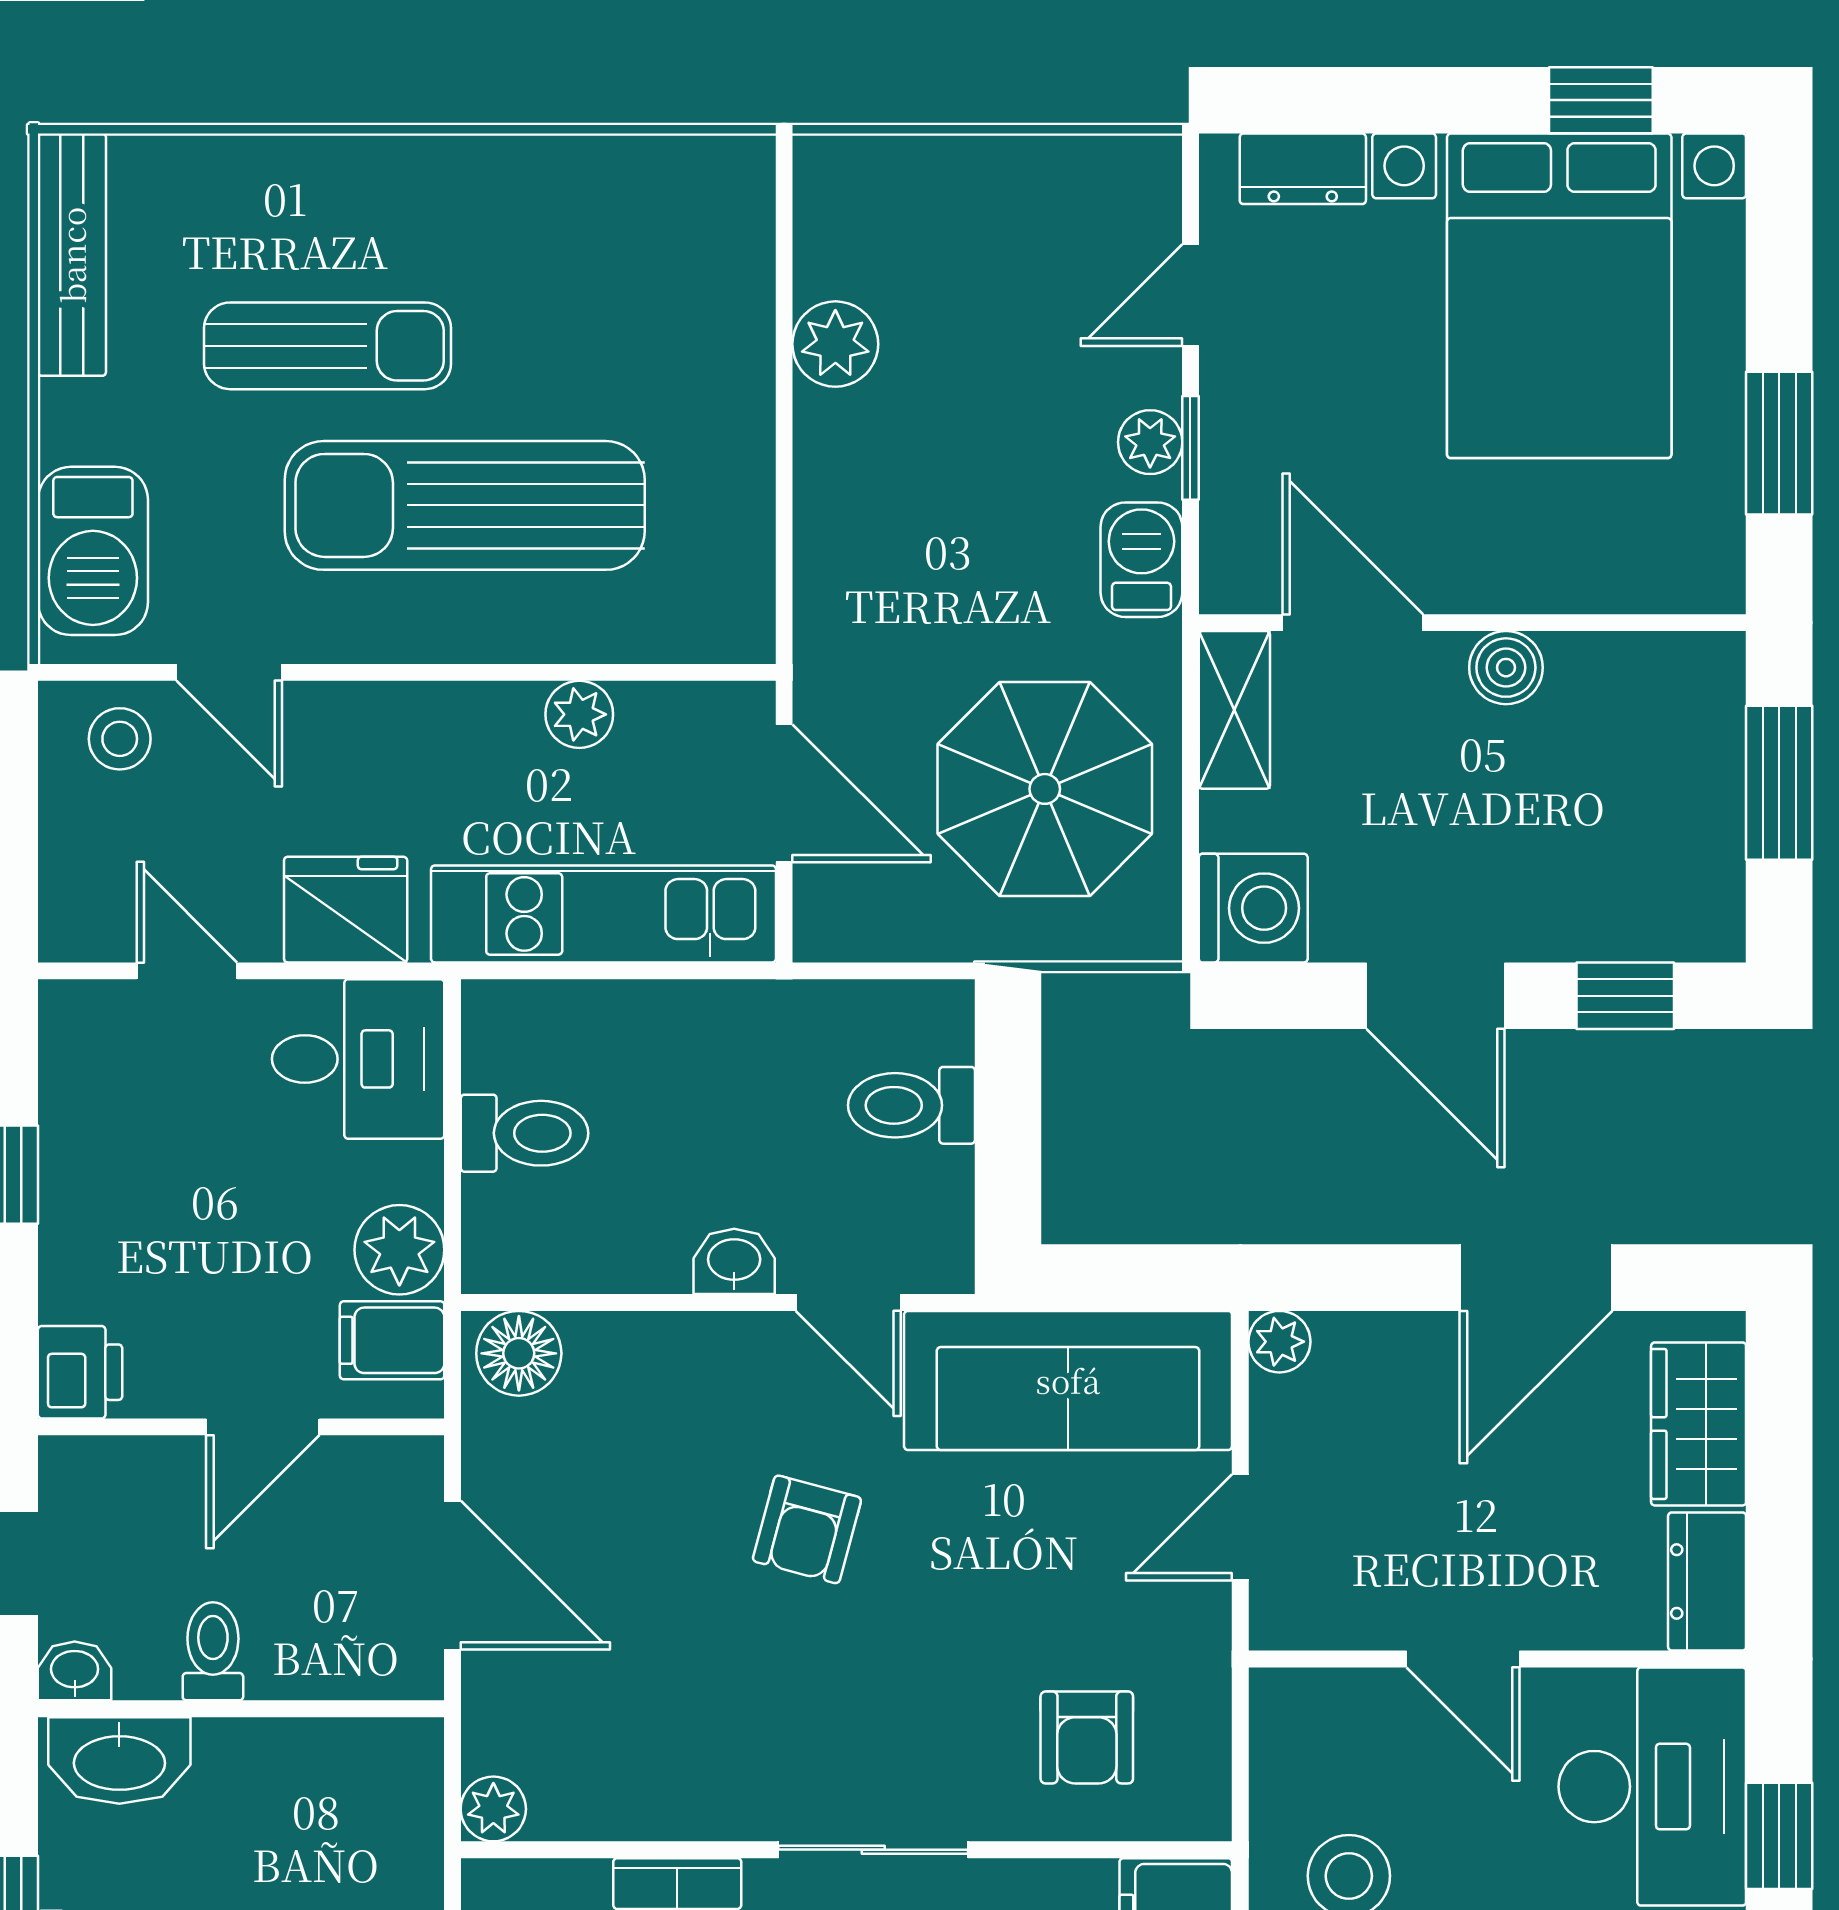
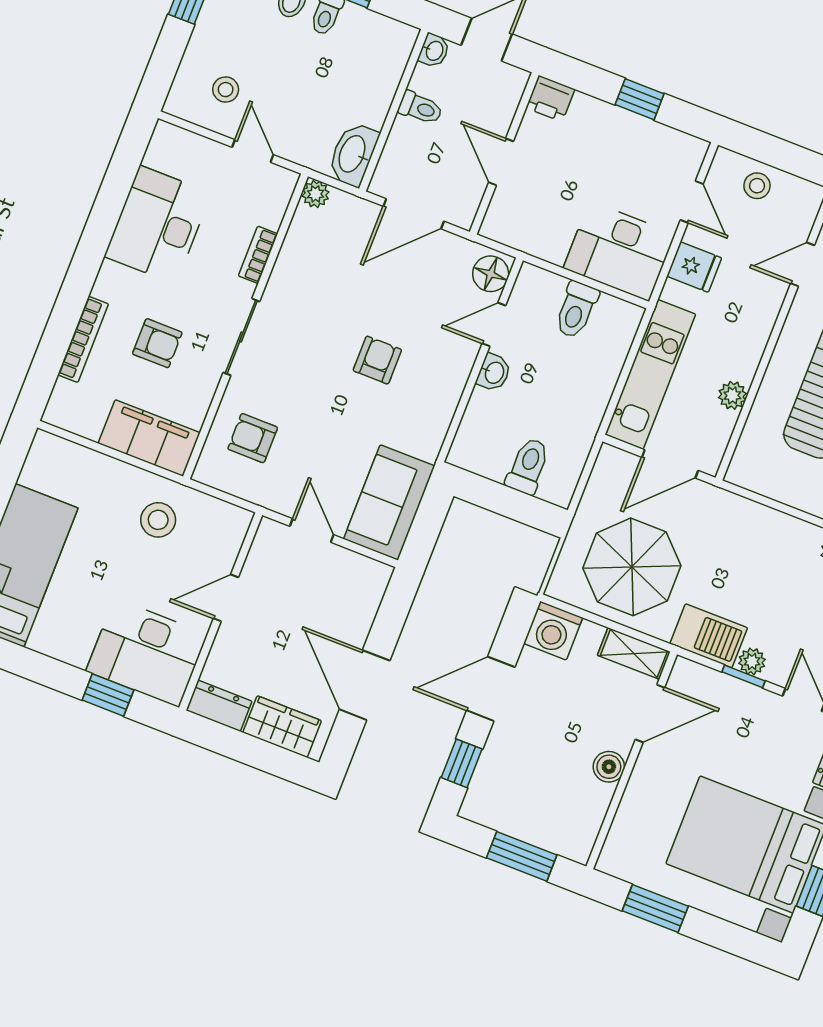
barbecue: (1141, 560) -> (709, 636), width x1.38, depth x1.27
stool: (120, 739) -> (757, 186), moved
fridge: (346, 910) -> (694, 267), width x0.72
door: (187, 971) -> (692, 202), hinge flipped
desk: (358, 1059) -> (619, 251), width x1.37
plant: (399, 1250) -> (550, 243), removed
door: (848, 1302) -> (494, 324), moved
filing cabinet: (392, 1340) -> (515, 226), removed
plant: (1279, 1342) -> (379, 574), removed
sofa: (1068, 1380) -> (389, 503), width x0.73
armchair: (807, 1529) -> (377, 360), turned 75
washbasin: (119, 1760) -> (353, 154), moved

